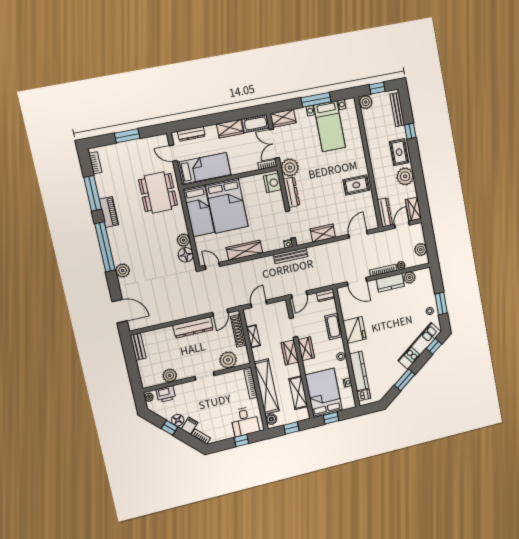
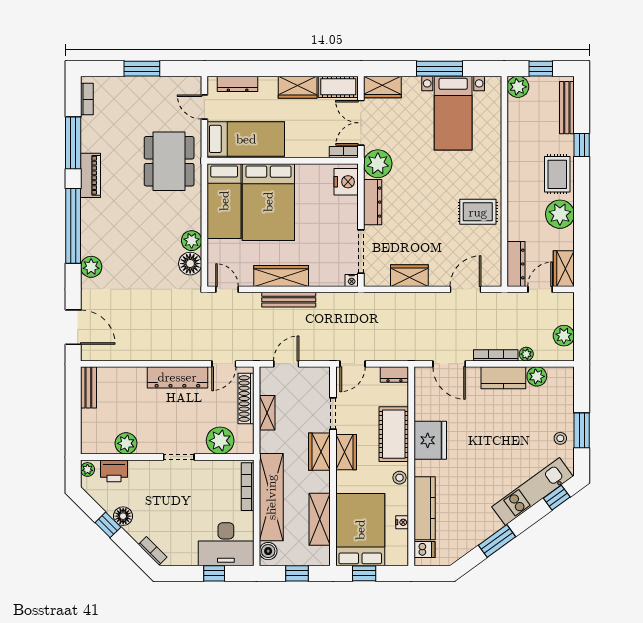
bench: (291, 256) -> (289, 300), moved
cot: (334, 326) -> (394, 434), width x1.37, depth x1.34
desk: (245, 421) -> (226, 544), width x1.37
filing cabinet: (190, 426) -> (139, 530), removed

